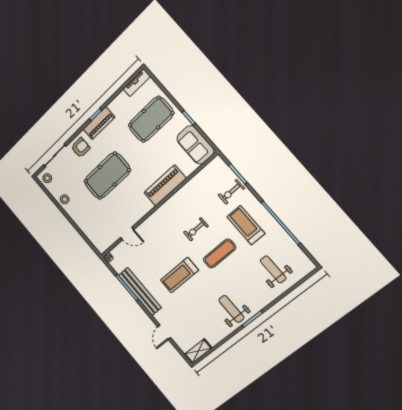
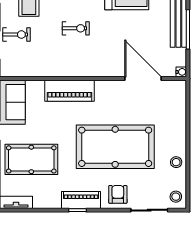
armchair: (81, 148) -> (118, 194), turned 90
pool table: (107, 176) -> (115, 147), width x1.36, depth x1.32
door: (127, 234) -> (143, 78), width x1.87

